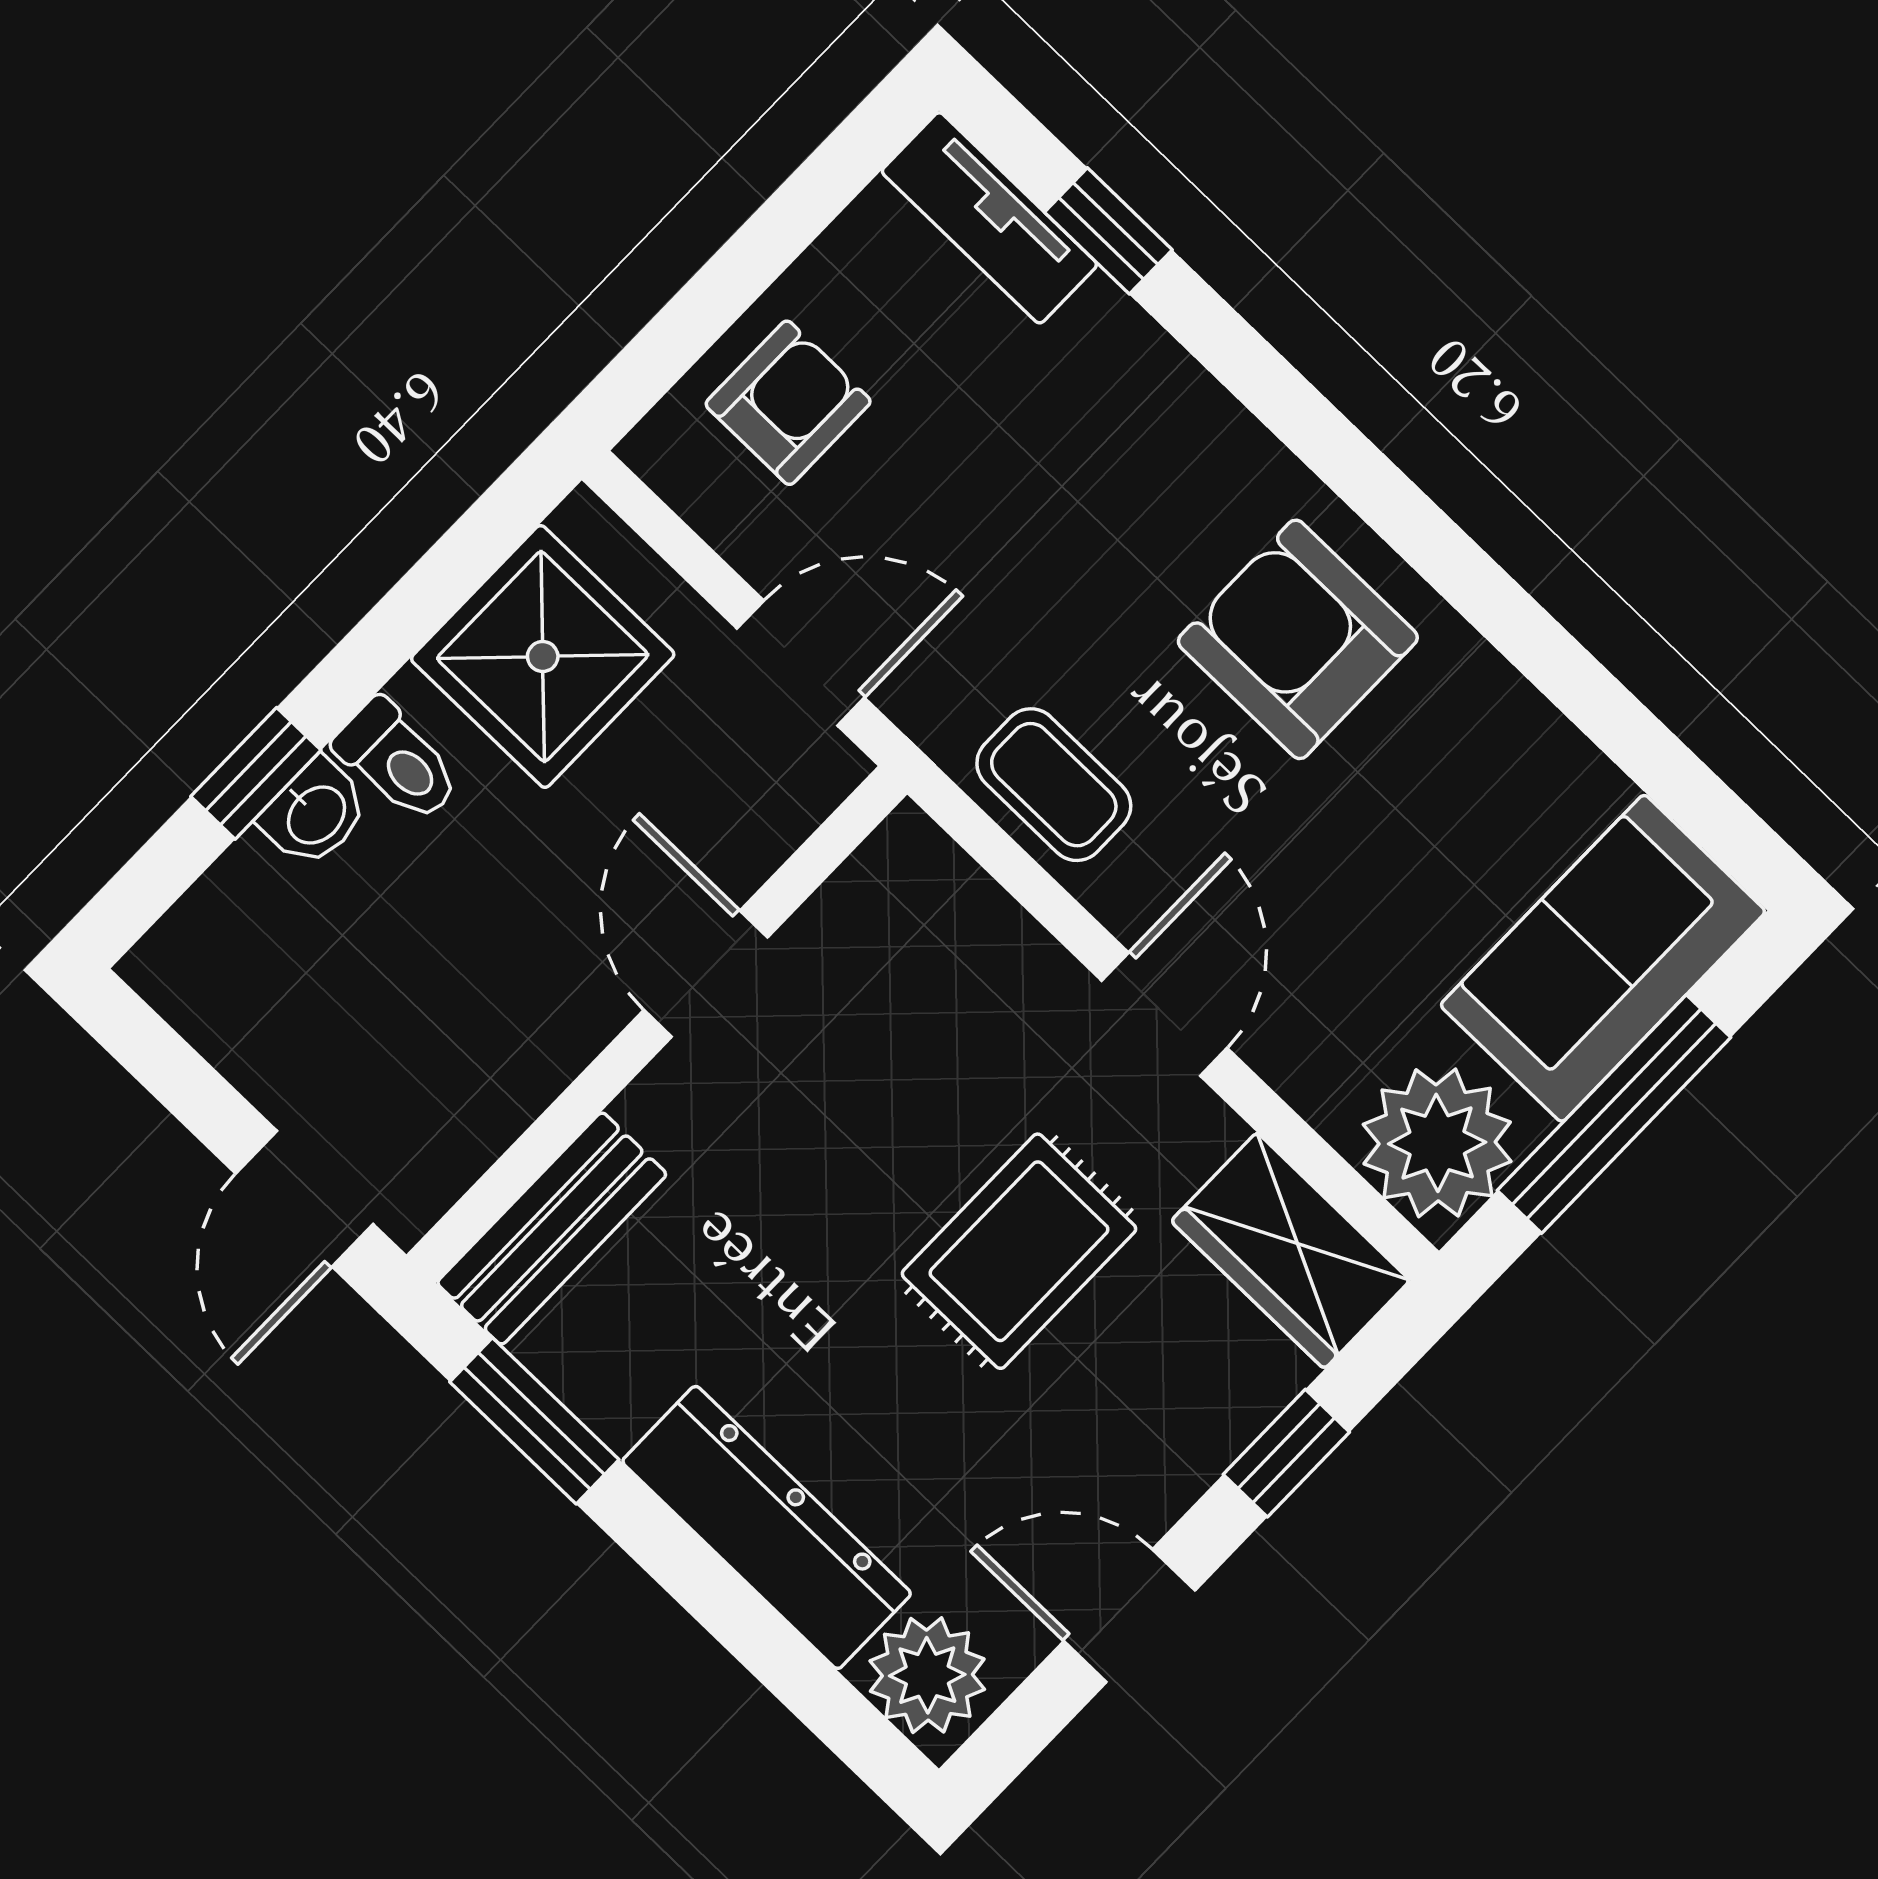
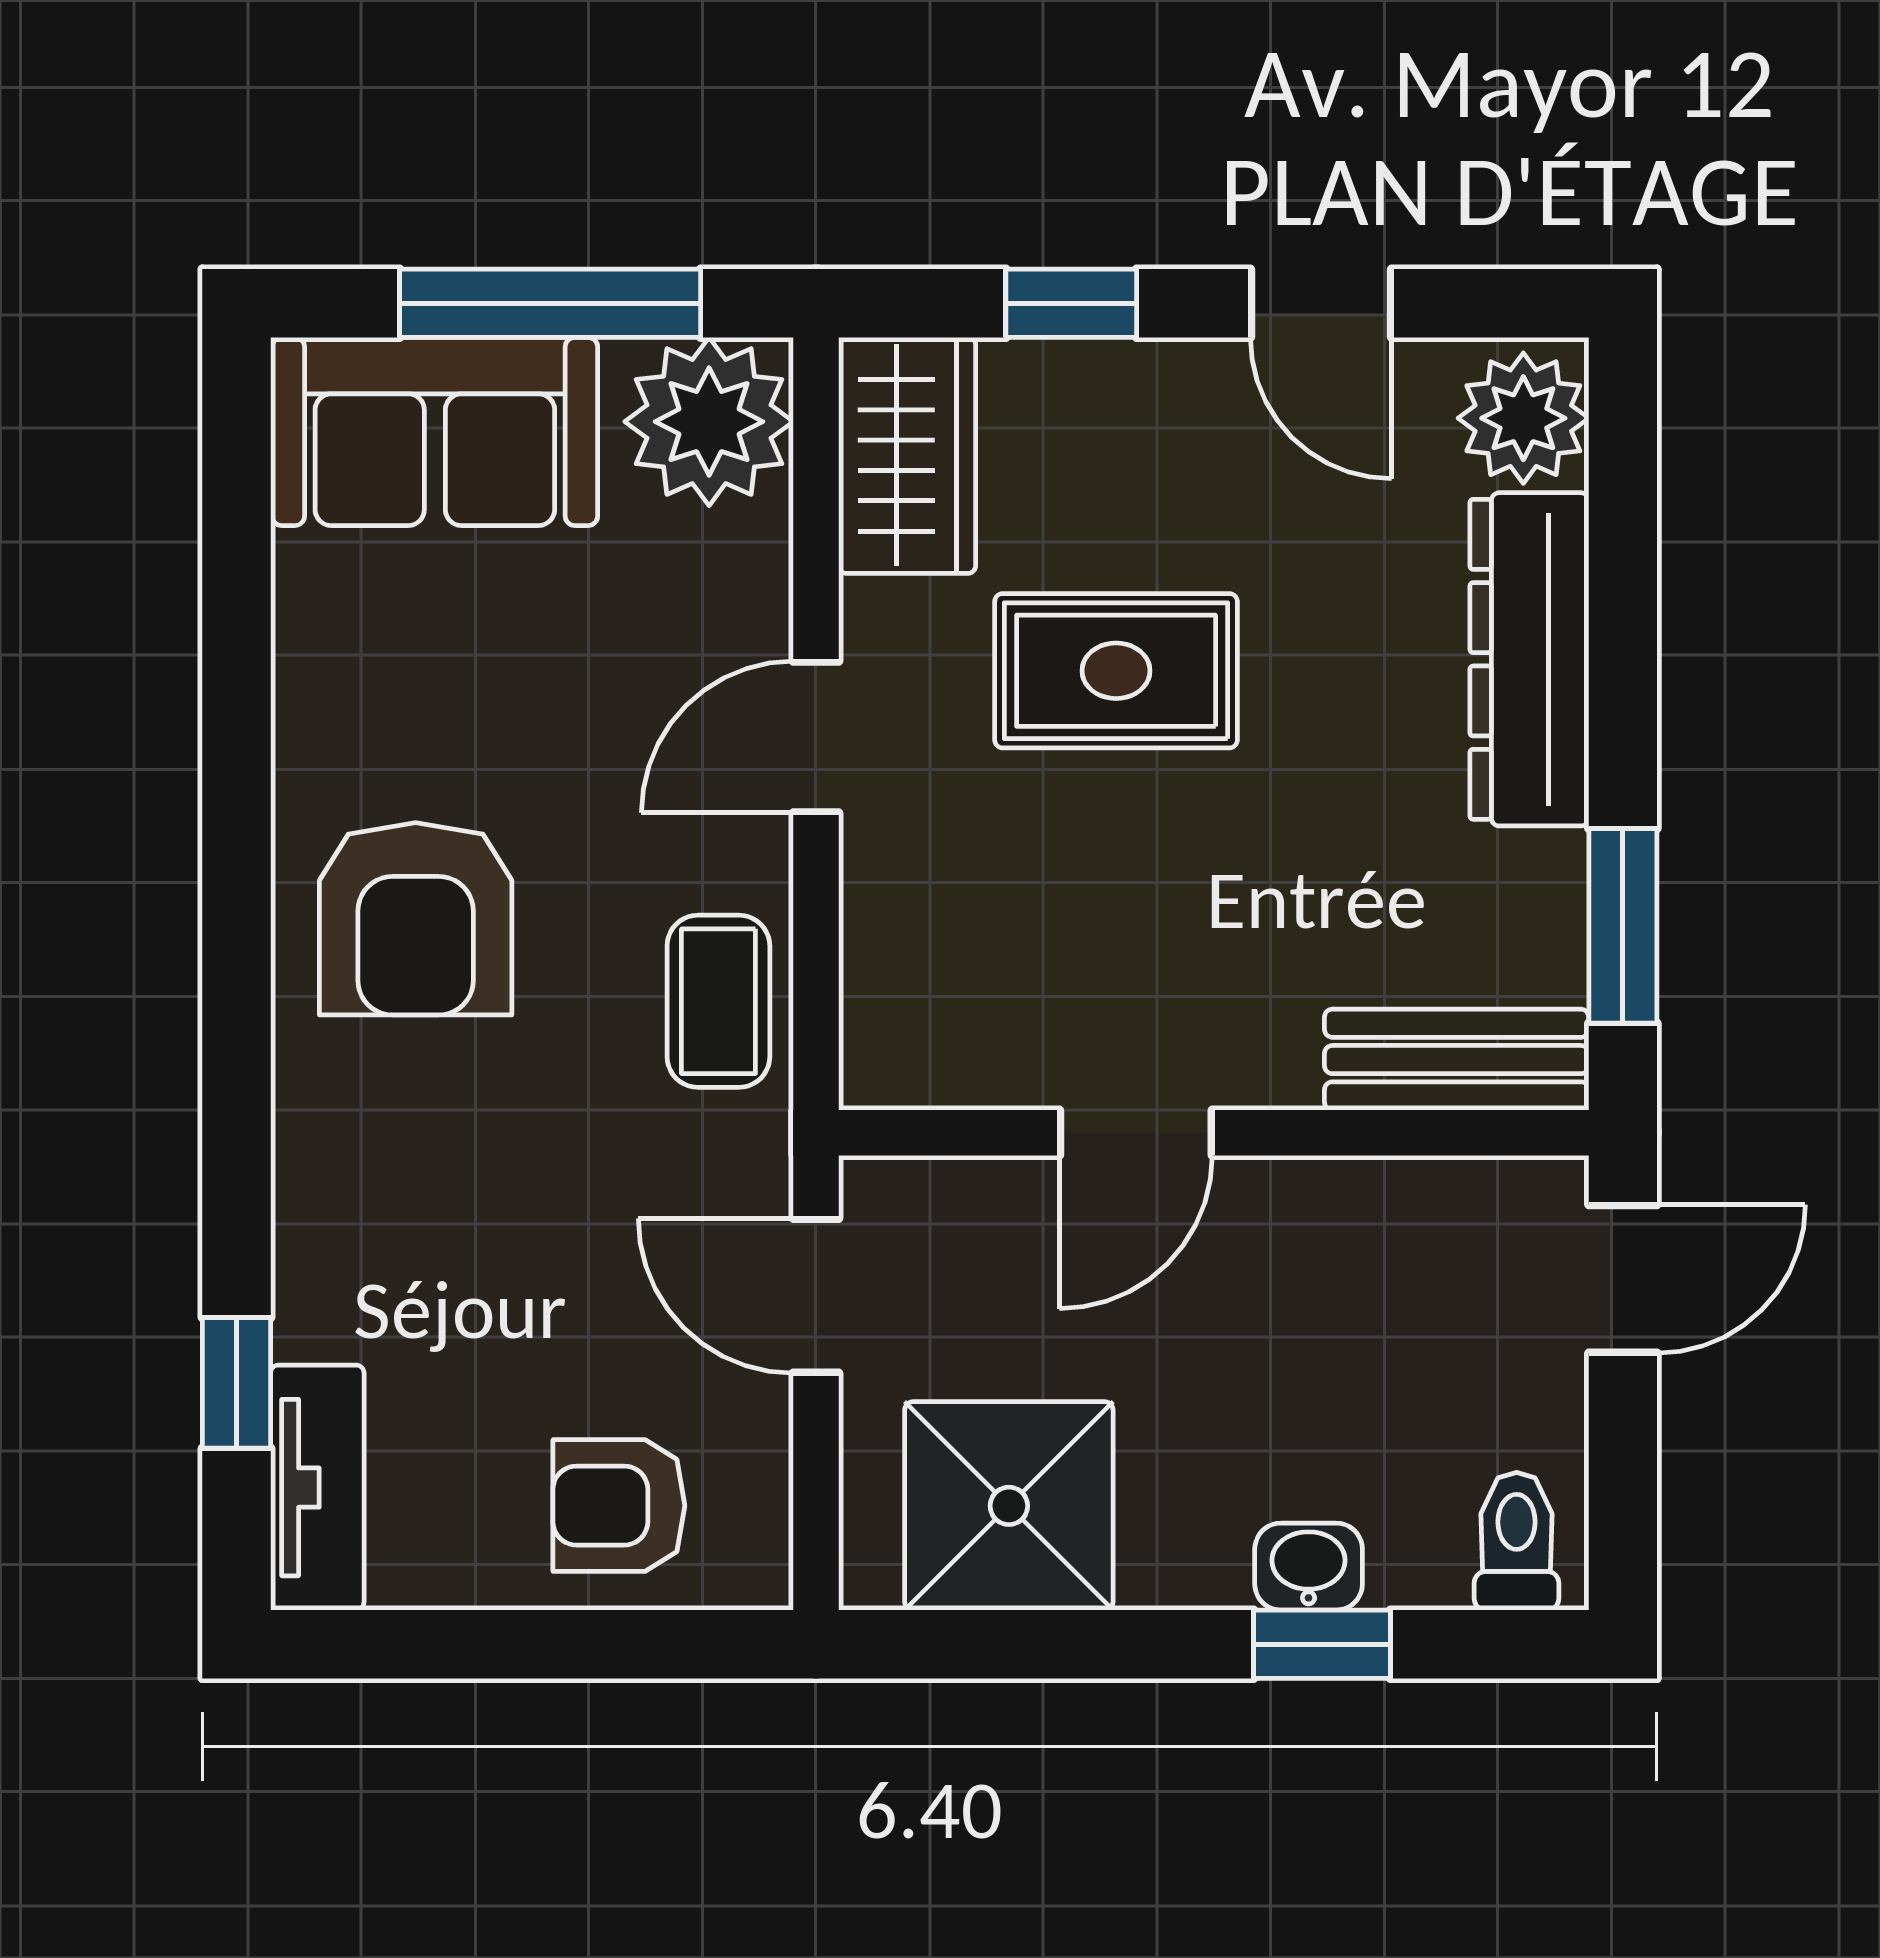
toilet: (397, 761) -> (1517, 1541), moved

